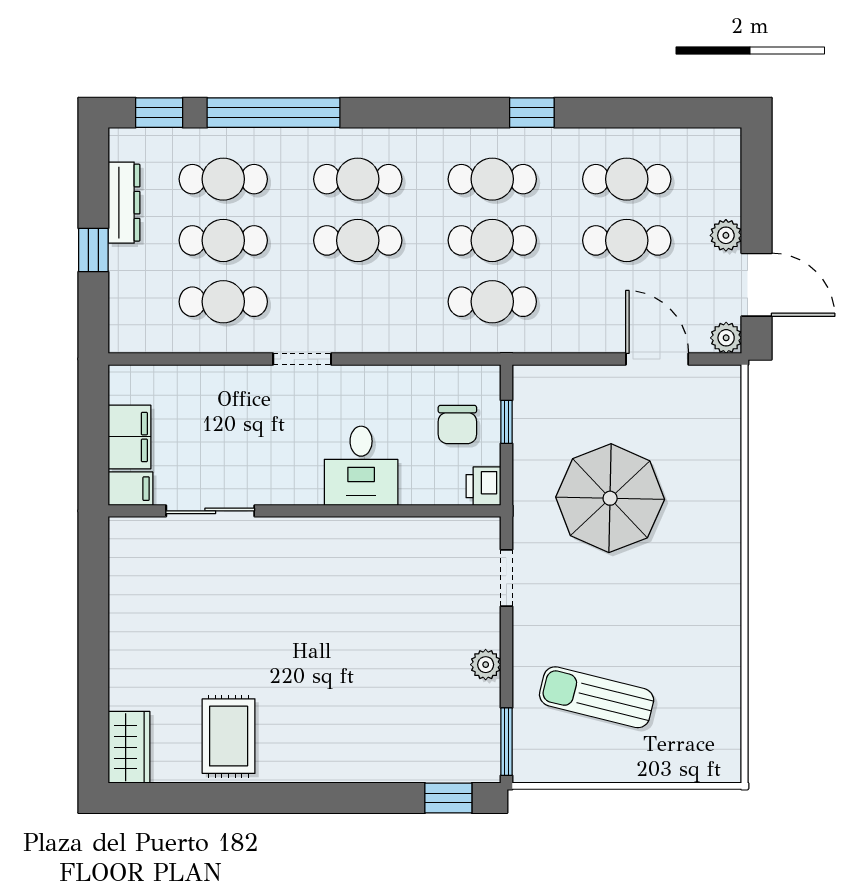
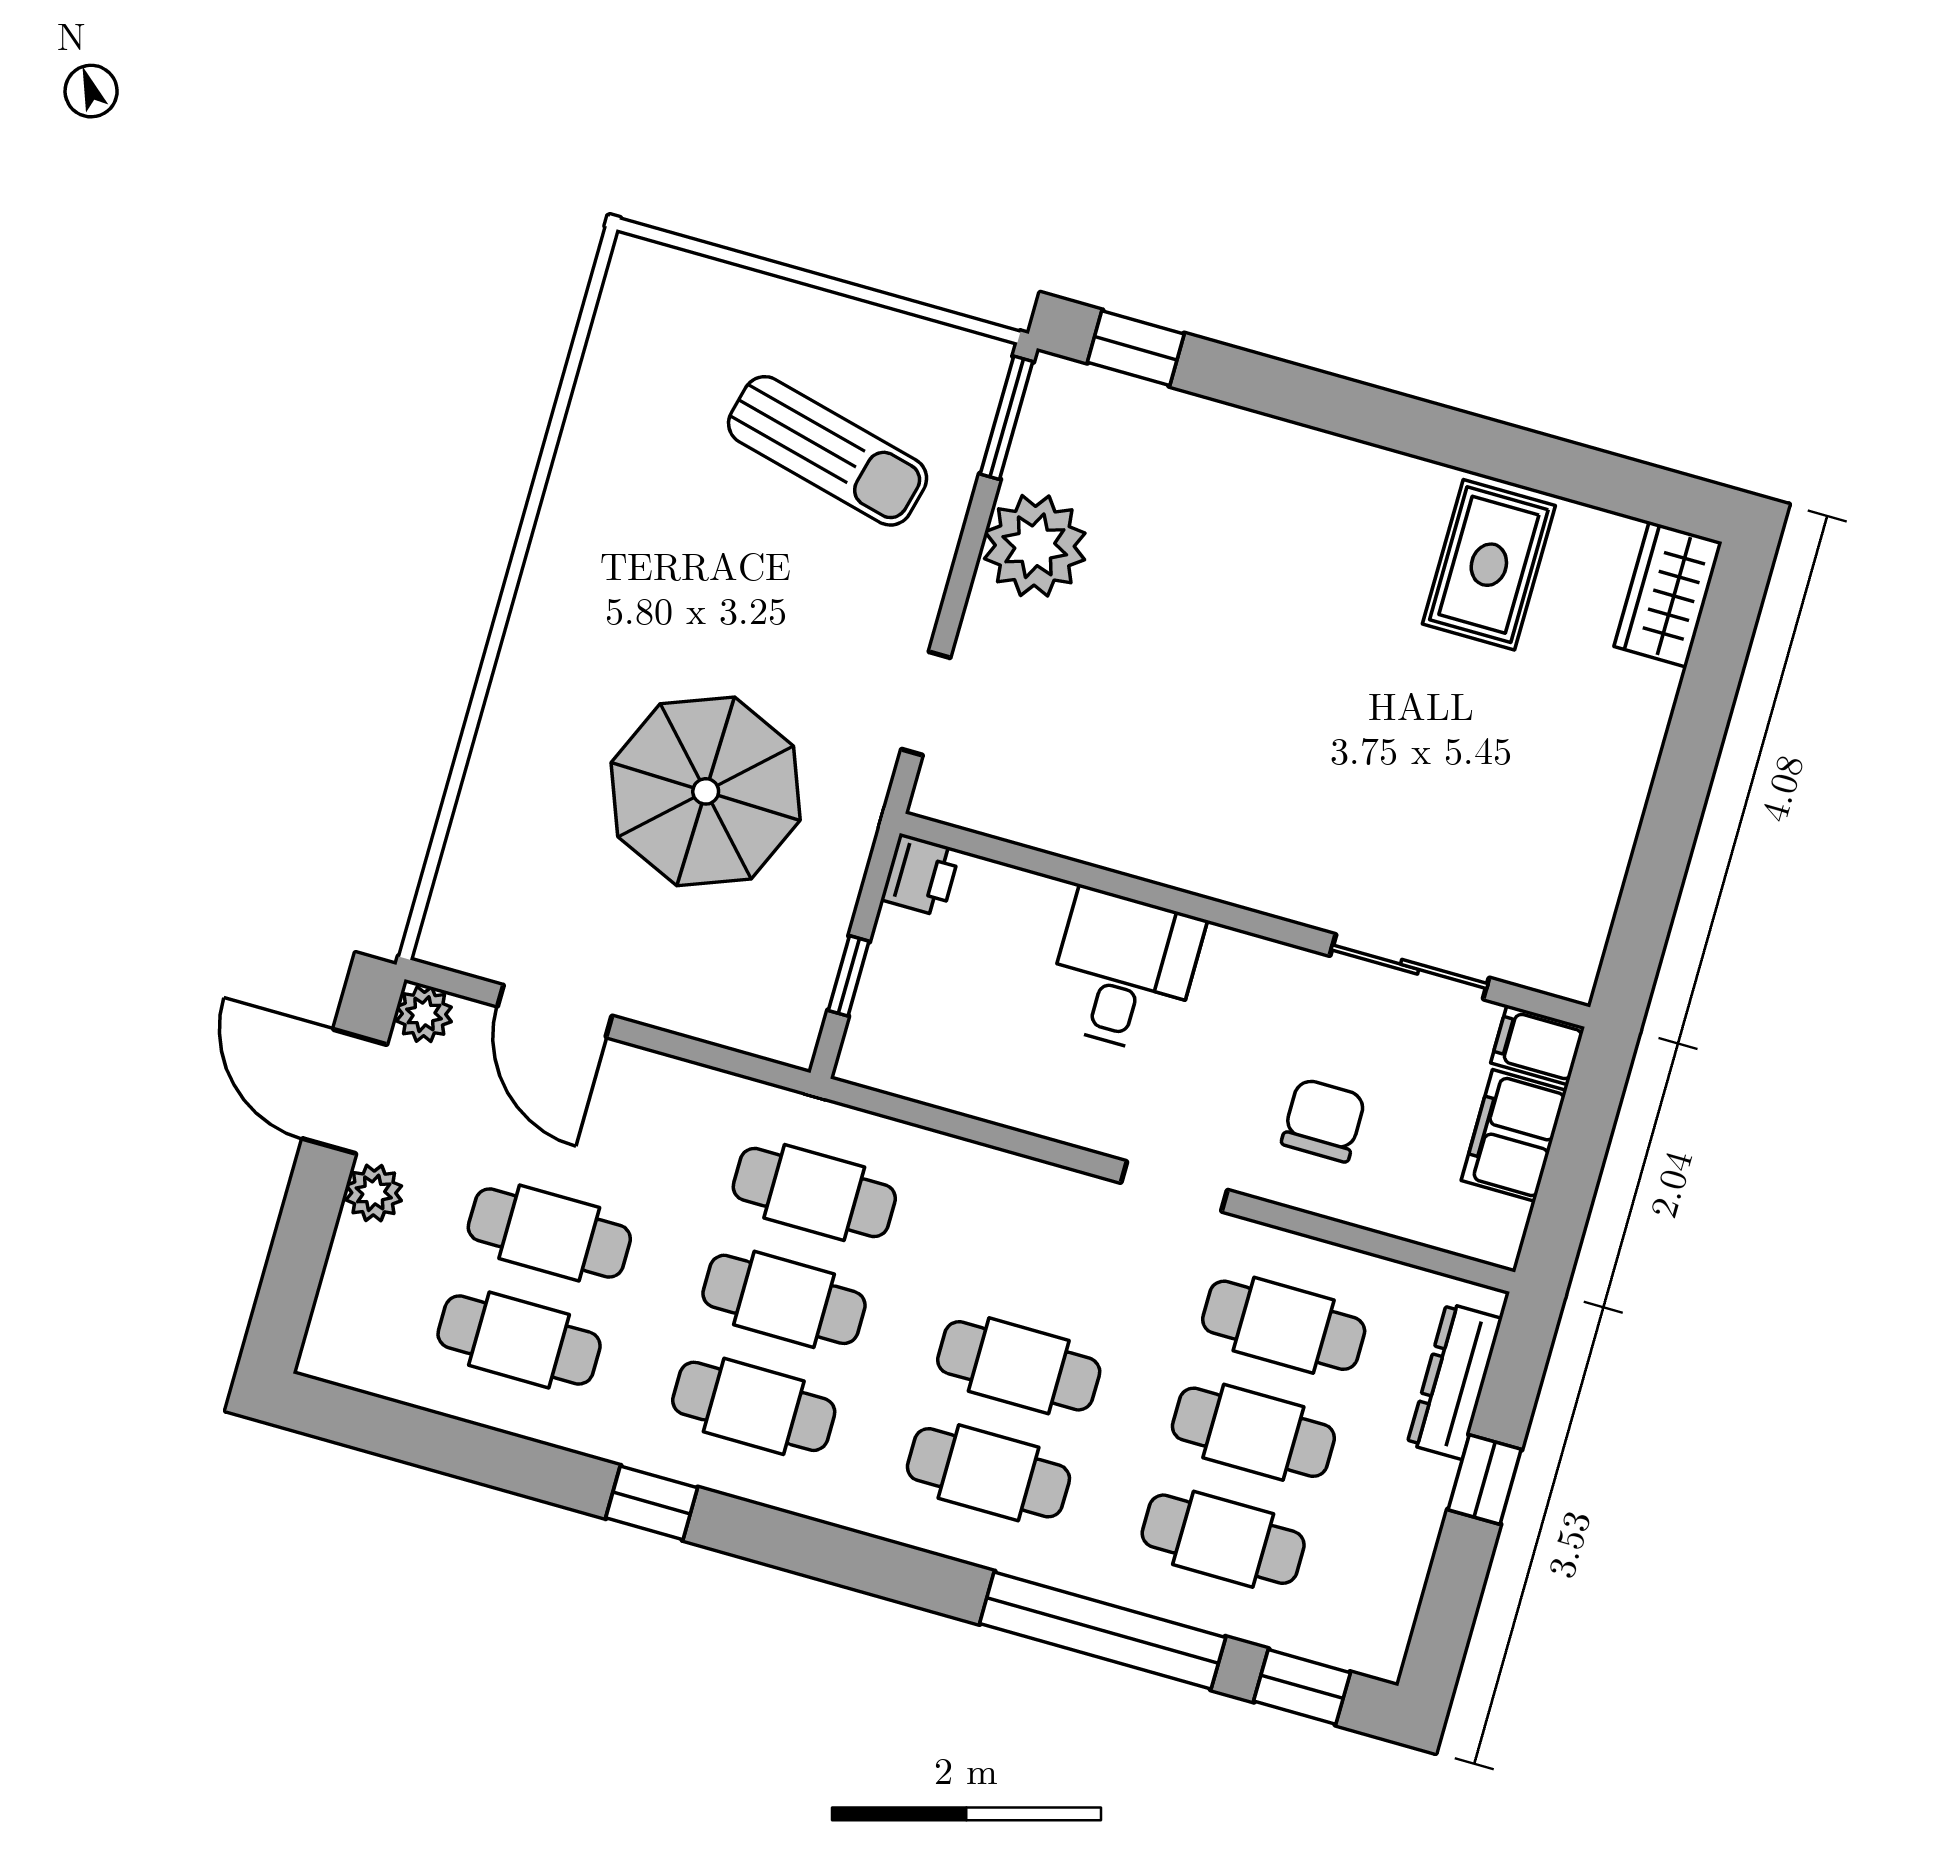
dresser: (124, 203) -> (1455, 1381), moved
chair: (457, 424) -> (1323, 1120), moved
plant: (486, 665) -> (1035, 546), width x1.87, depth x1.87

